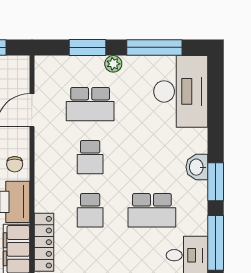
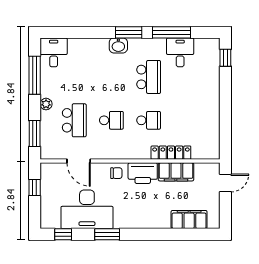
window: (87, 47) -> (35, 133), moved
desk: (181, 91) -> (54, 52), width x0.53, depth x0.77

